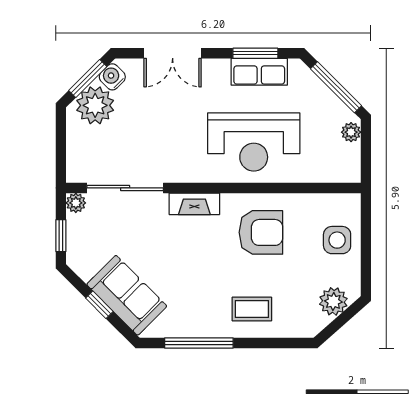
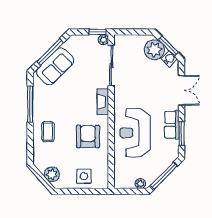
double door: (173, 53) -> (182, 90), swing flipped
row of seats: (259, 72) -> (172, 125), moved
armchair: (261, 232) -> (88, 136), turned 180
window: (61, 236) -> (97, 32), moved
window: (99, 305) -> (50, 52), width x2.17

